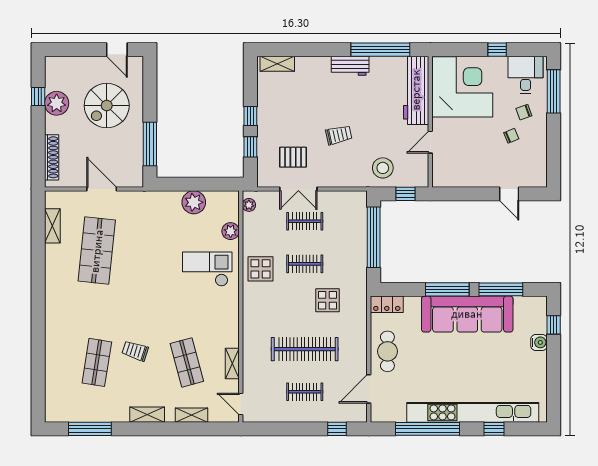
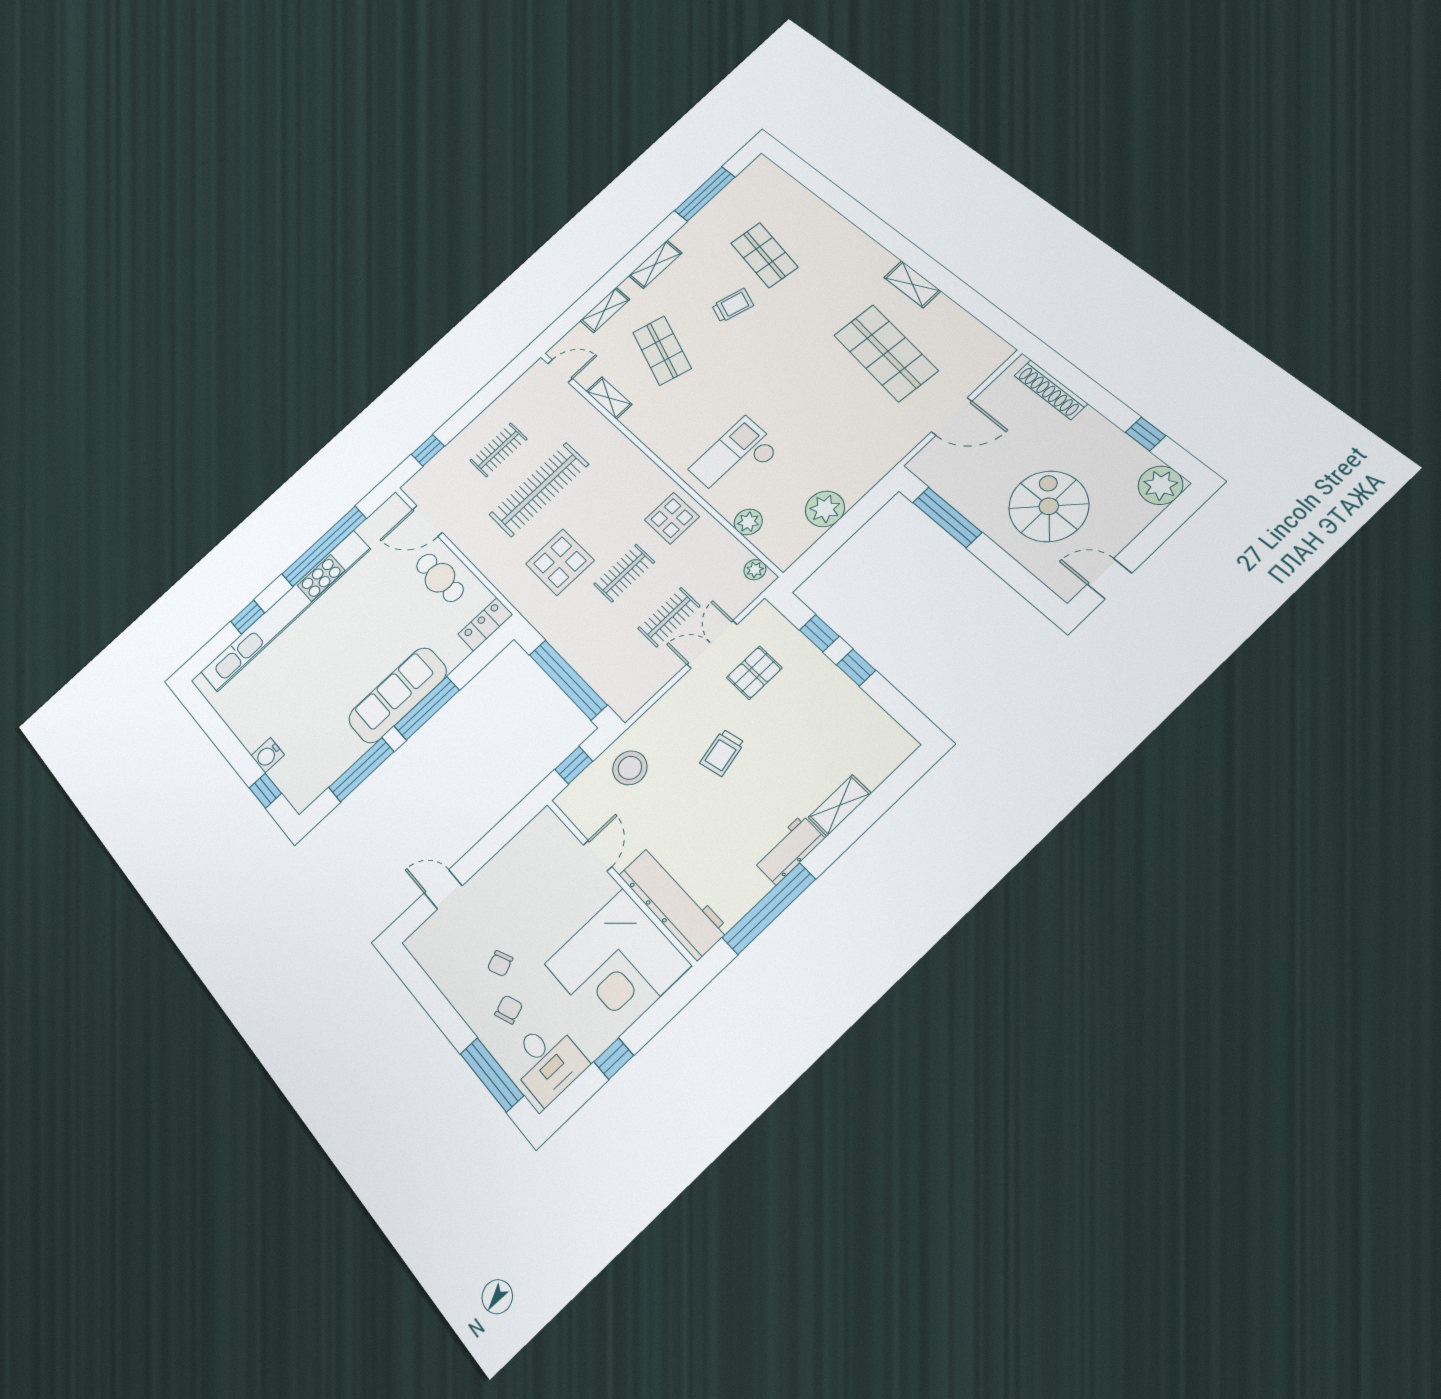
shelving: (277, 64) -> (840, 805), moved
plant: (57, 103) -> (1160, 485), moved
shelving: (52, 226) -> (912, 284), moved
checkout: (207, 269) -> (735, 459), turned 180
display table: (328, 300) -> (560, 562), width x1.36, depth x1.36
sofa: (467, 314) -> (398, 695), width x0.74, depth x0.79
shop shelf: (187, 362) -> (662, 350), turned 33
door: (369, 389) -> (427, 521), swing flipped

